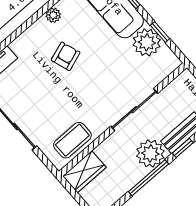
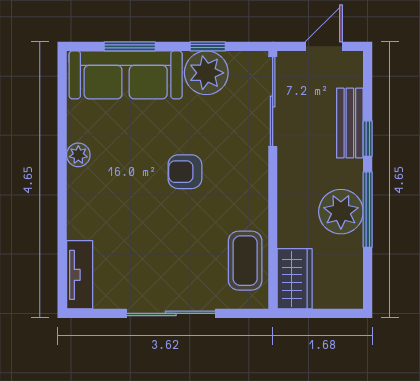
armchair: (66, 56) -> (185, 172), moved, turned -71
sliding door: (134, 110) -> (273, 102), moved
plant: (150, 154) -> (341, 212), moved

